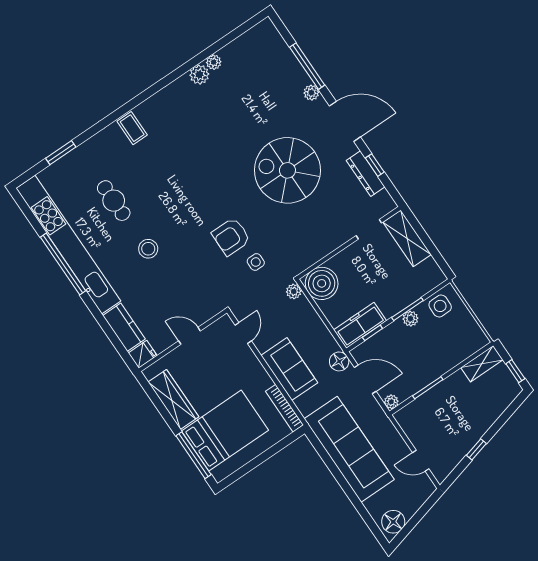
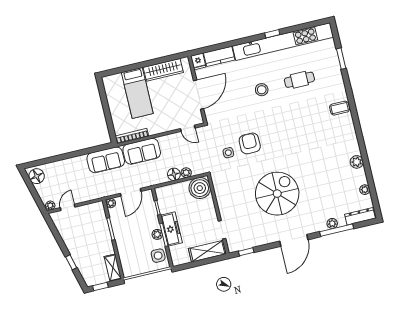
plant: (214, 62) -> (365, 190), moved
plant: (311, 93) -> (332, 223), moved
window: (375, 165) -> (246, 252), moved
dresser: (366, 174) -> (360, 216), moved
window: (63, 264) -> (272, 34), width x0.32
plant: (294, 291) -> (186, 173), moved
freezer: (360, 325) -> (171, 229), moved
door: (190, 336) -> (199, 95), width x1.87
floor lamp: (339, 361) -> (174, 174), moved
sofa: (289, 369) -> (142, 151), moved
bed: (225, 431) -> (137, 93), width x0.67
sofa: (349, 449) -> (106, 160), width x0.54, depth x0.79
window: (476, 449) -> (71, 262), moved
window: (193, 455) -> (124, 69), removed
plant: (427, 486) -> (50, 205), added

